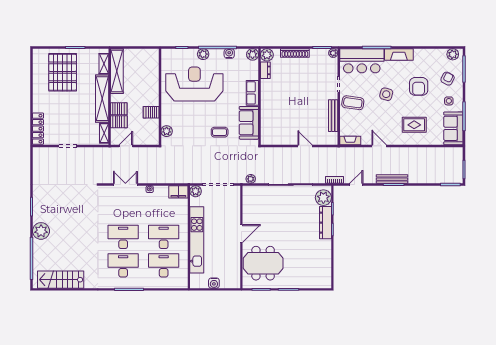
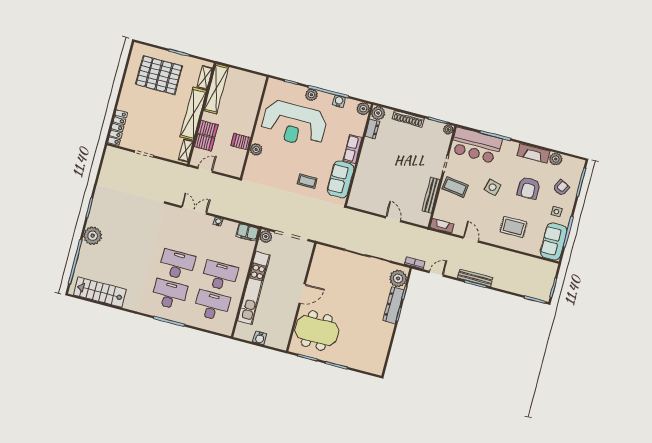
fireplace: (399, 54) -> (534, 153), moved
plant: (453, 54) -> (556, 159), moved
pallet: (63, 72) -> (159, 75), turned 90
reception desk: (194, 84) -> (294, 124), turned 180
plant: (167, 131) -> (256, 149), moved
plant: (251, 179) -> (327, 239), removed

